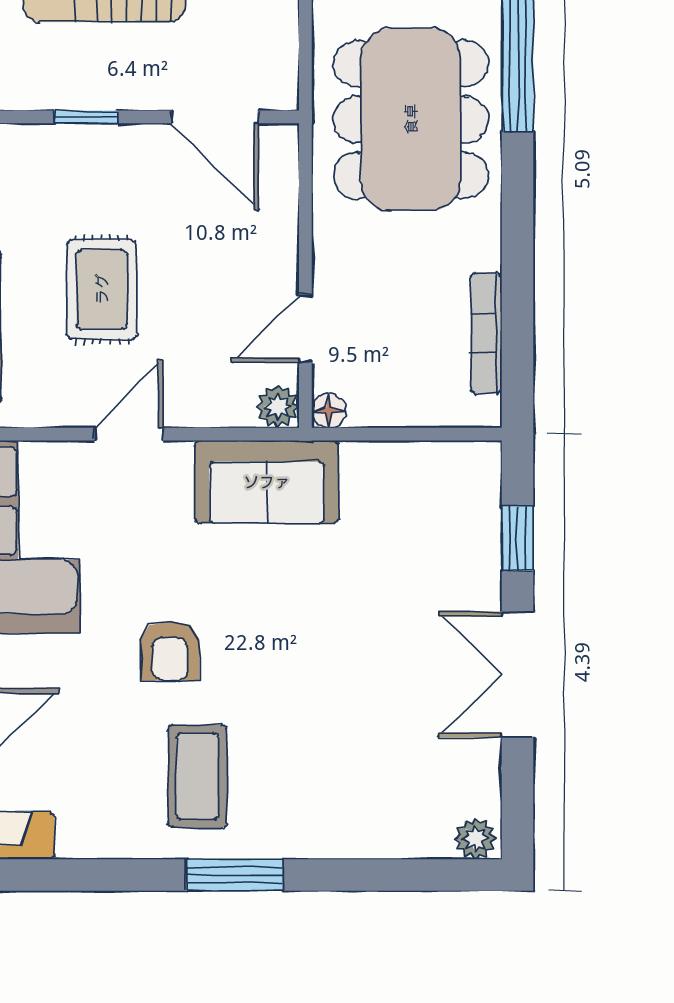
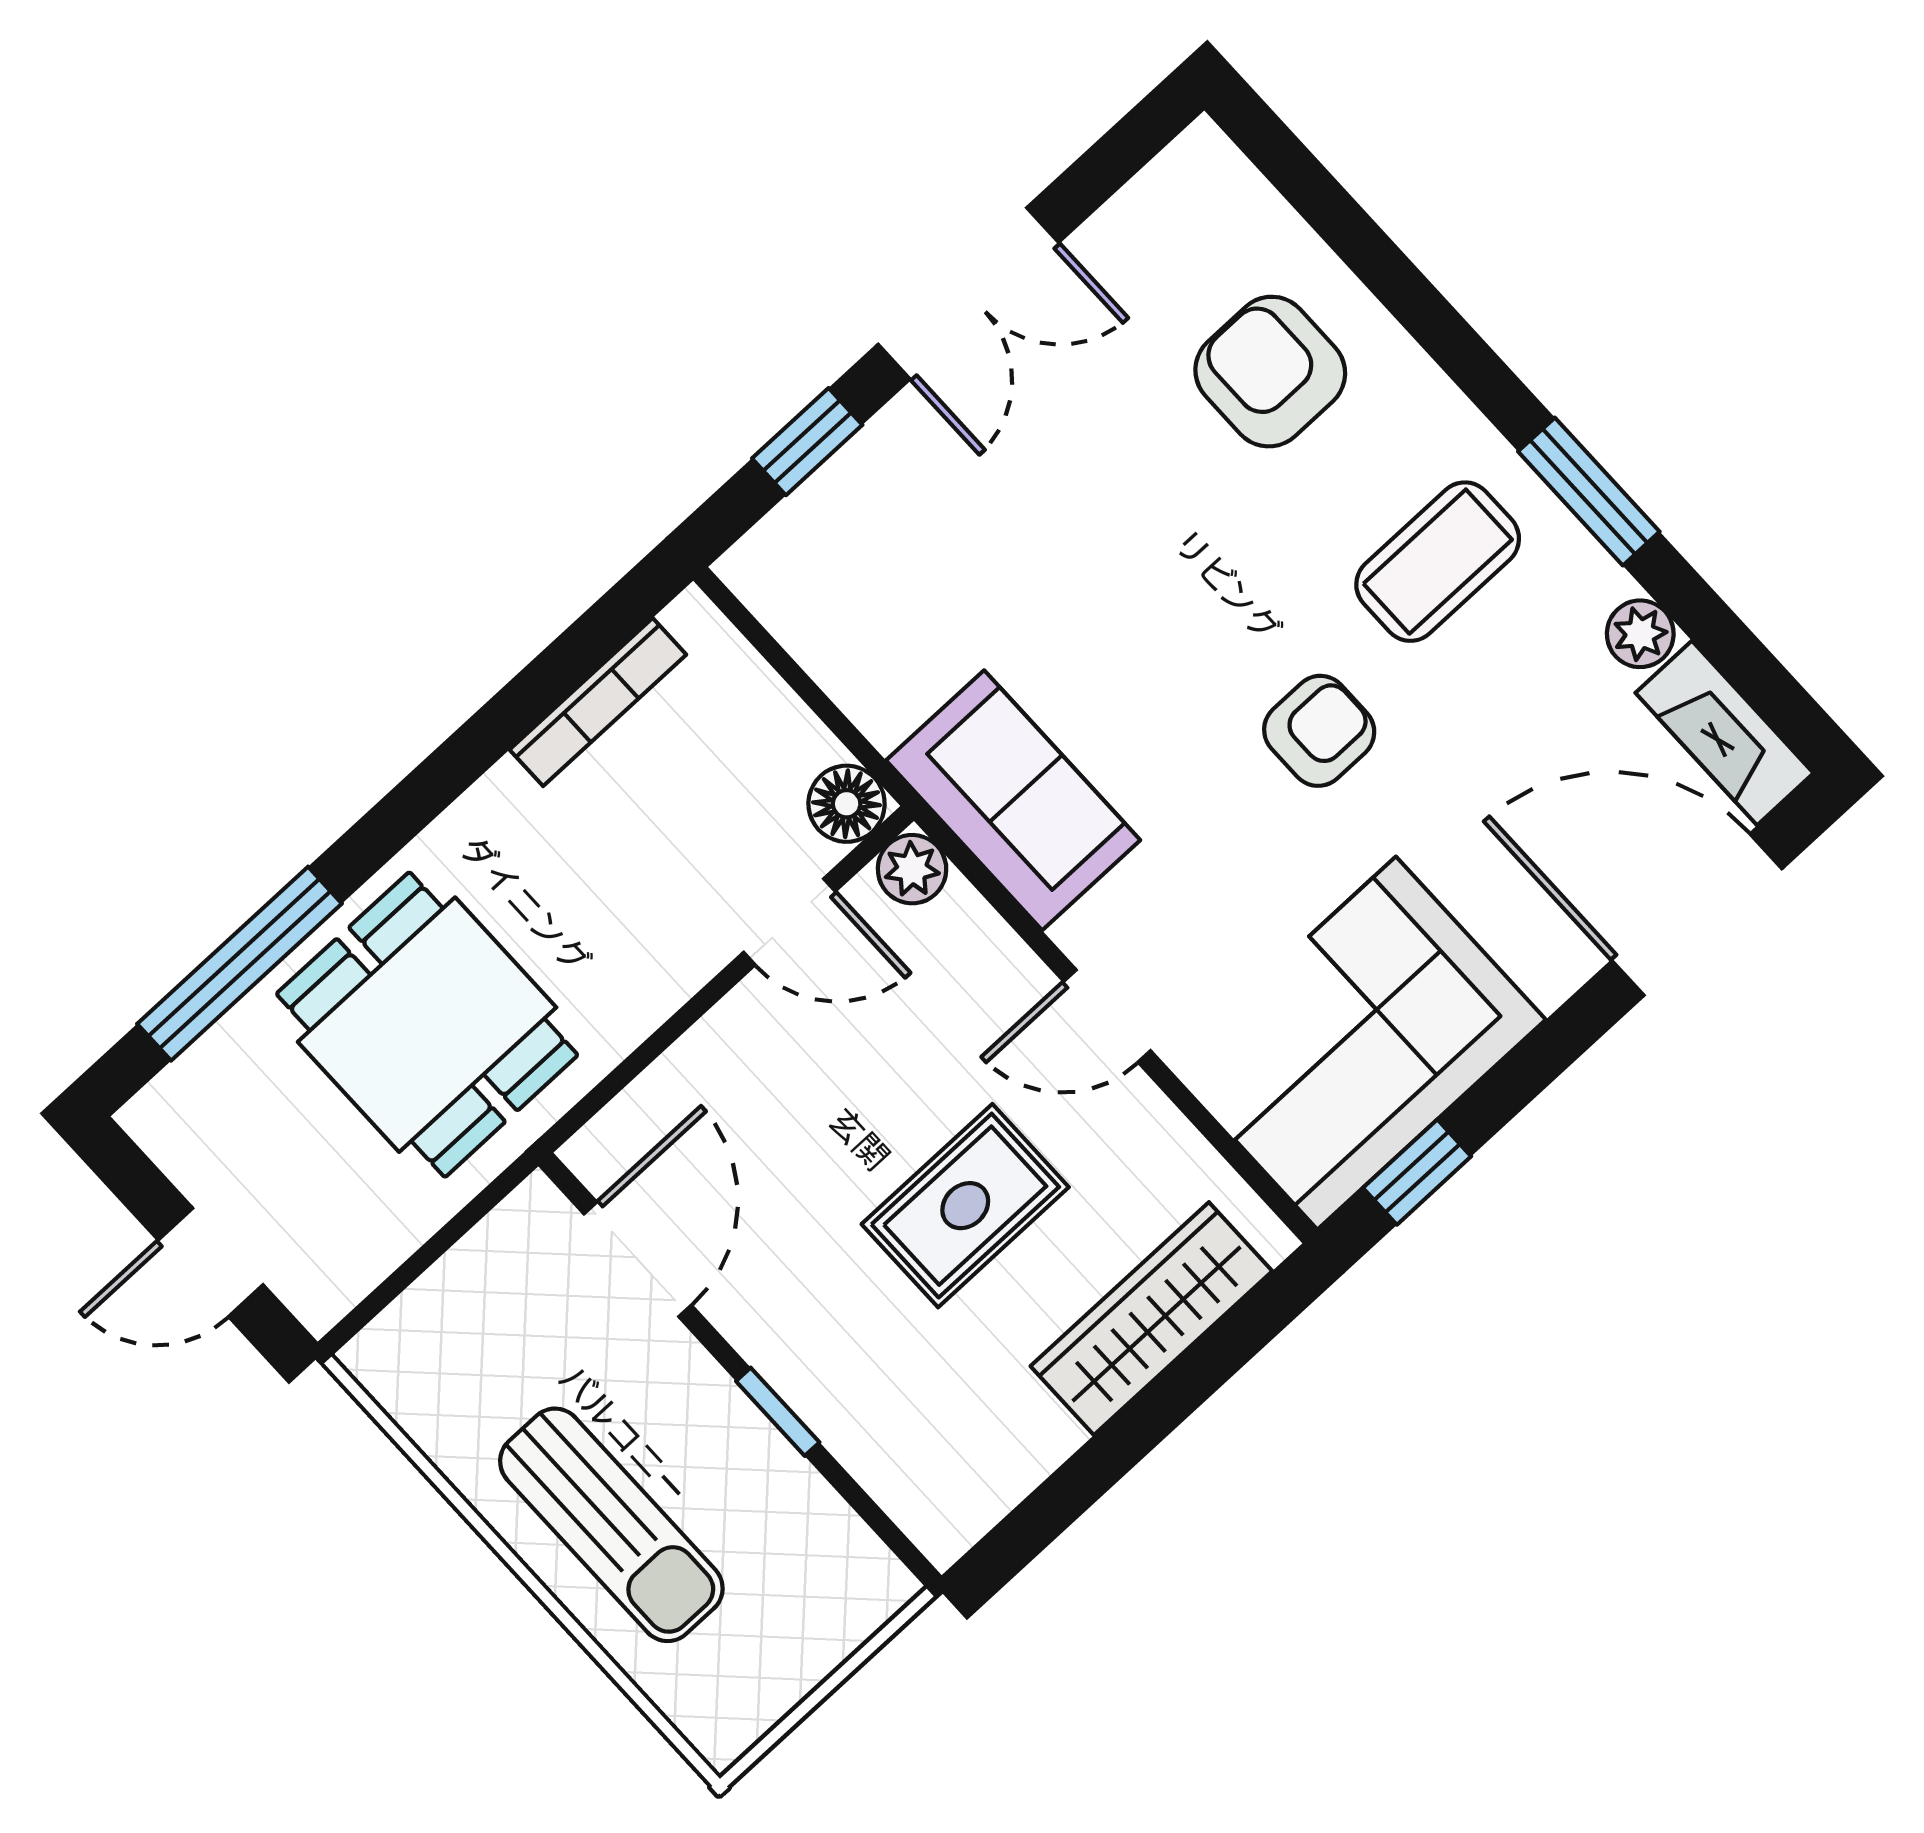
dining table: (411, 119) -> (427, 1025), width x0.73
floor lamp: (329, 411) -> (847, 804), width x1.37, depth x1.37
armchair: (355, 780) -> (1270, 372), added
plant: (475, 839) -> (1640, 634), moved
window: (234, 875) -> (1589, 492), moved

